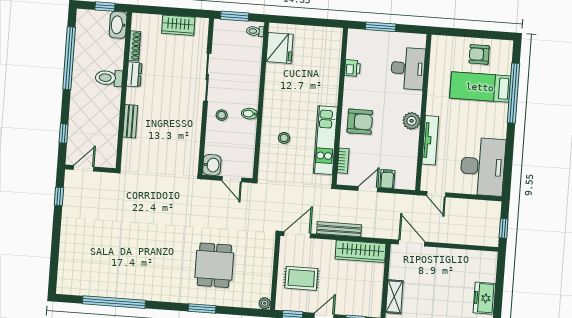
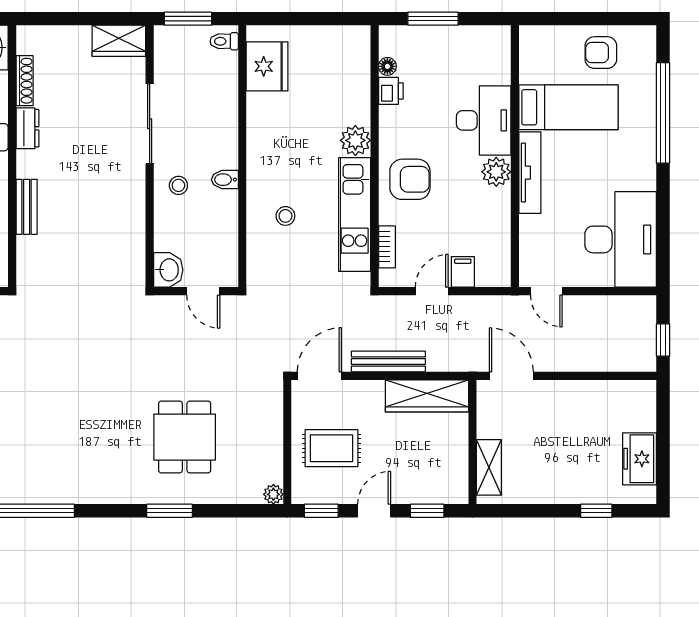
wardrobe: (178, 25) -> (119, 41), moved
floor lamp: (351, 53) -> (387, 66), added
desk: (408, 68) -> (484, 120), moved
bed: (480, 87) -> (568, 107), moved, turned 180
plant: (329, 96) -> (355, 140), added
tv unit: (430, 140) -> (530, 173), moved

